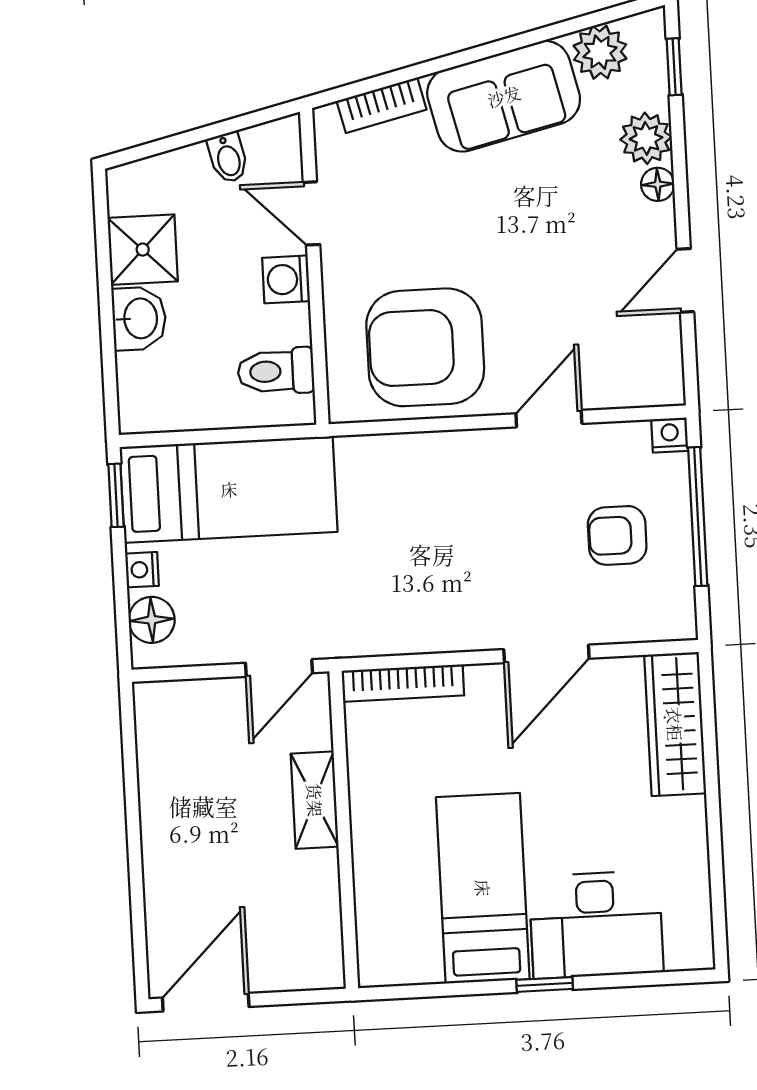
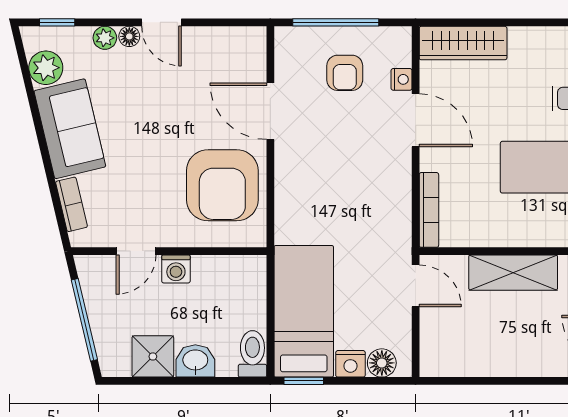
window: (196, 136) -> (84, 320), added
plant: (646, 138) -> (105, 38), width x0.73, depth x0.73
bidet: (228, 158) -> (99, 301), removed
door: (685, 280) -> (161, 22), moved
toilet: (276, 371) -> (252, 354), moved, turned 180
door: (549, 419) -> (270, 111), width x1.38
nightstand: (670, 435) -> (402, 79), moved, turned 180
nightstand: (142, 570) -> (350, 364), width x1.39, depth x1.35
shelving: (315, 800) -> (513, 273), width x1.50, depth x1.33

